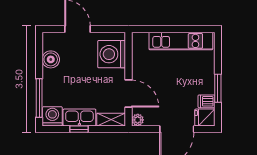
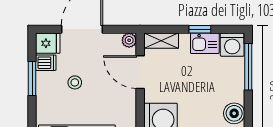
stool: (183, 85) -> (75, 82), added
kitchen sink: (79, 117) -> (205, 43), width x0.73

